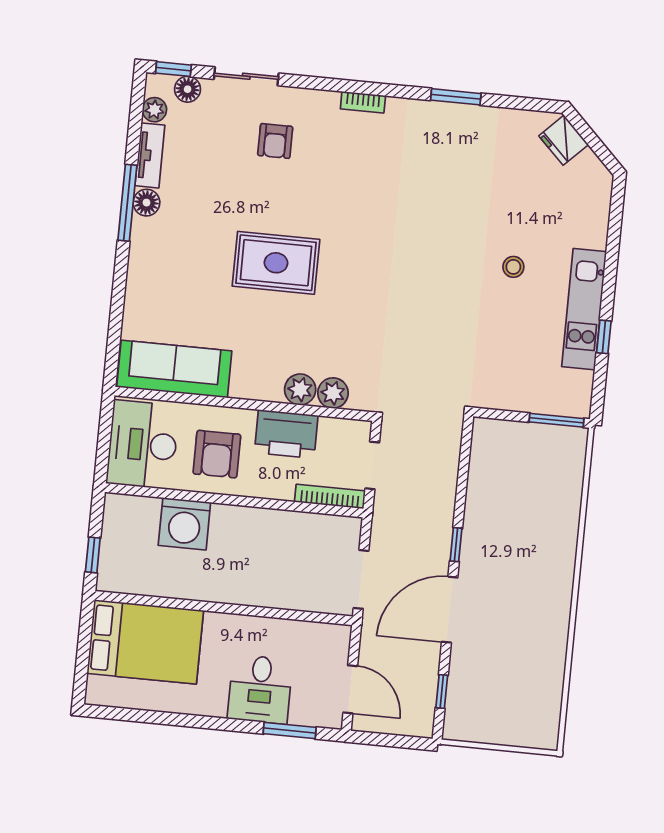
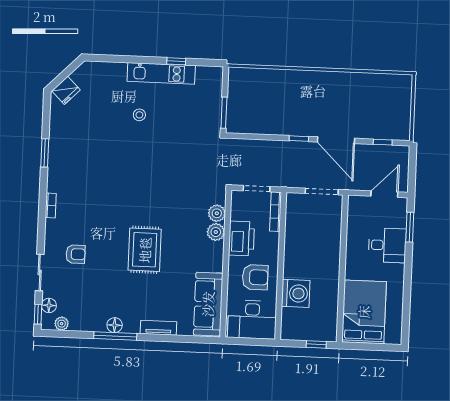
tv unit: (150, 155) -> (158, 328), moved
window: (556, 420) -> (224, 113), moved

